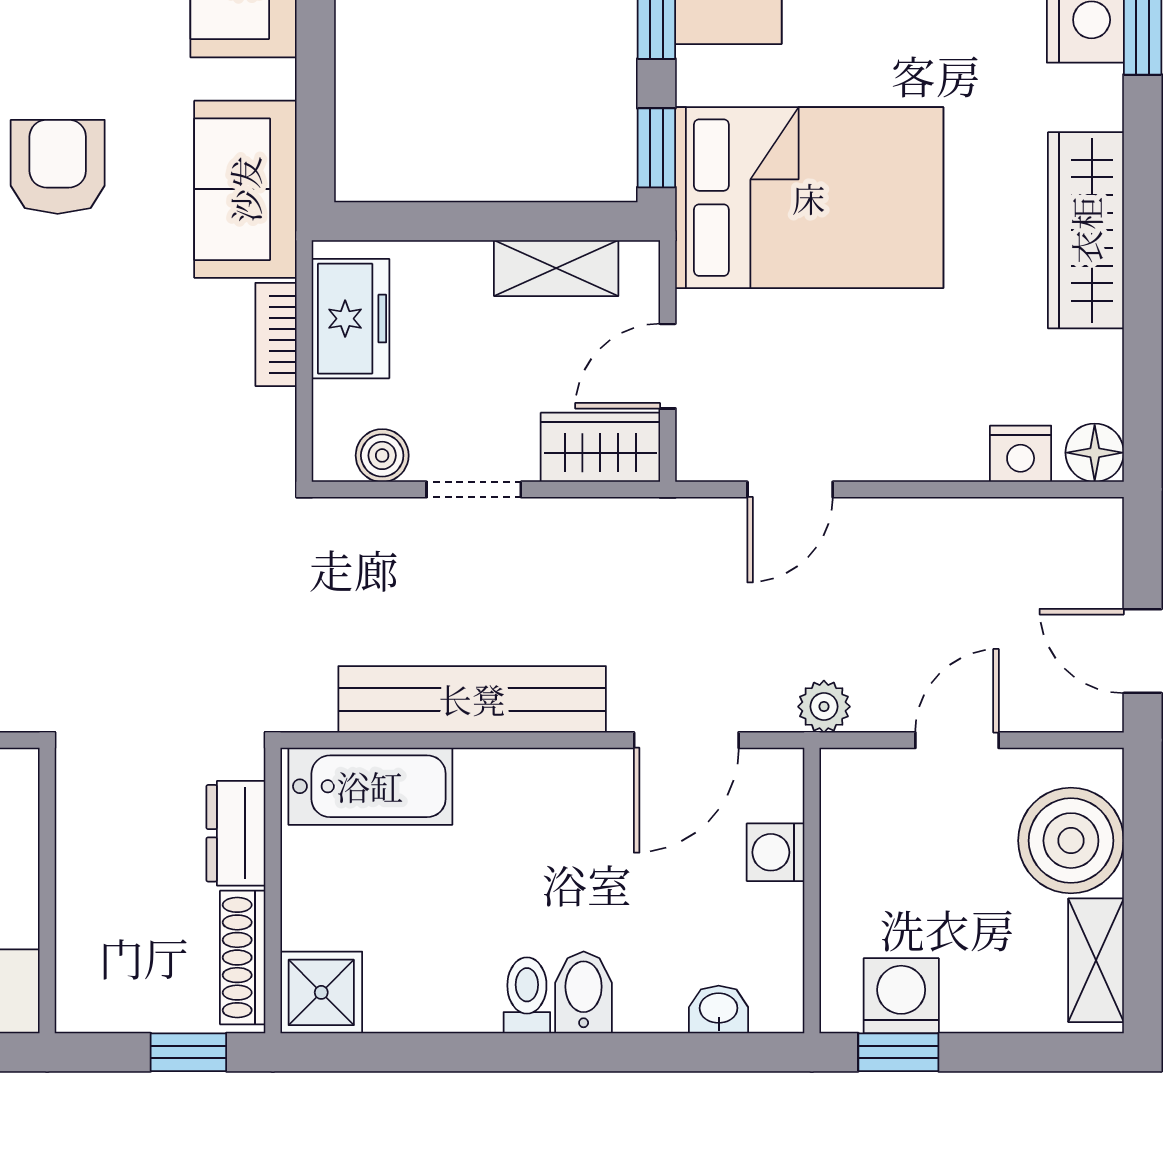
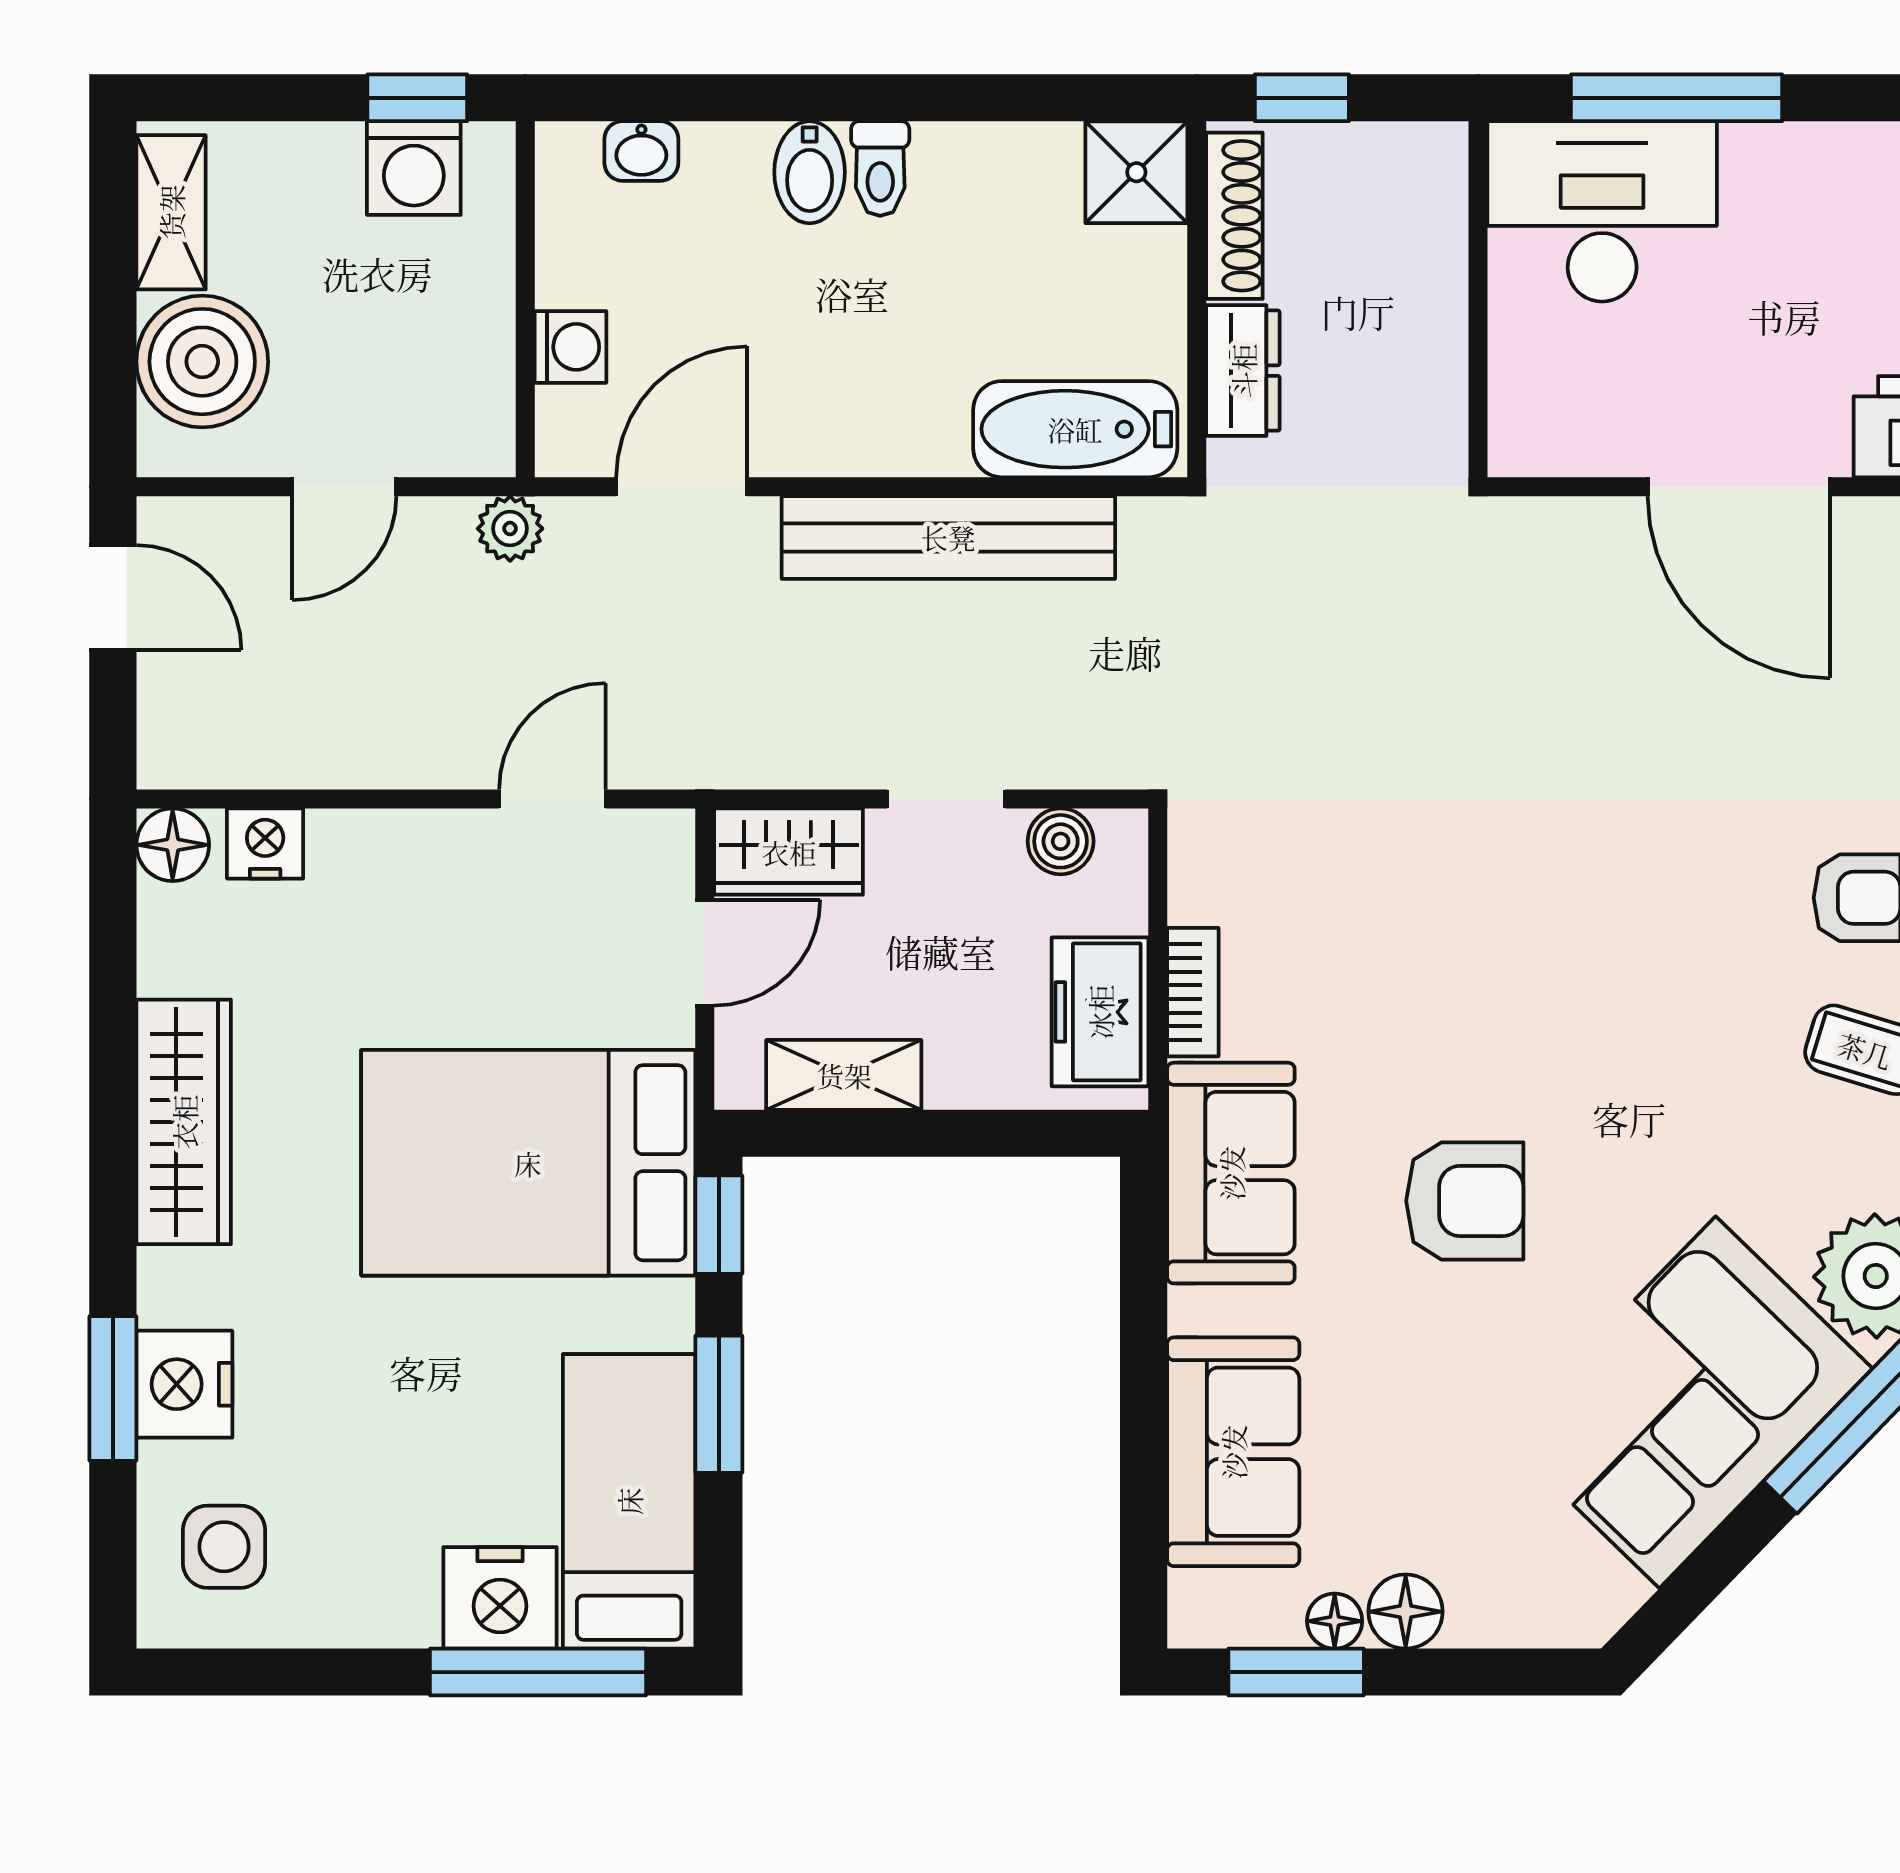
armchair: (58, 167) -> (1465, 1201), turned -90

